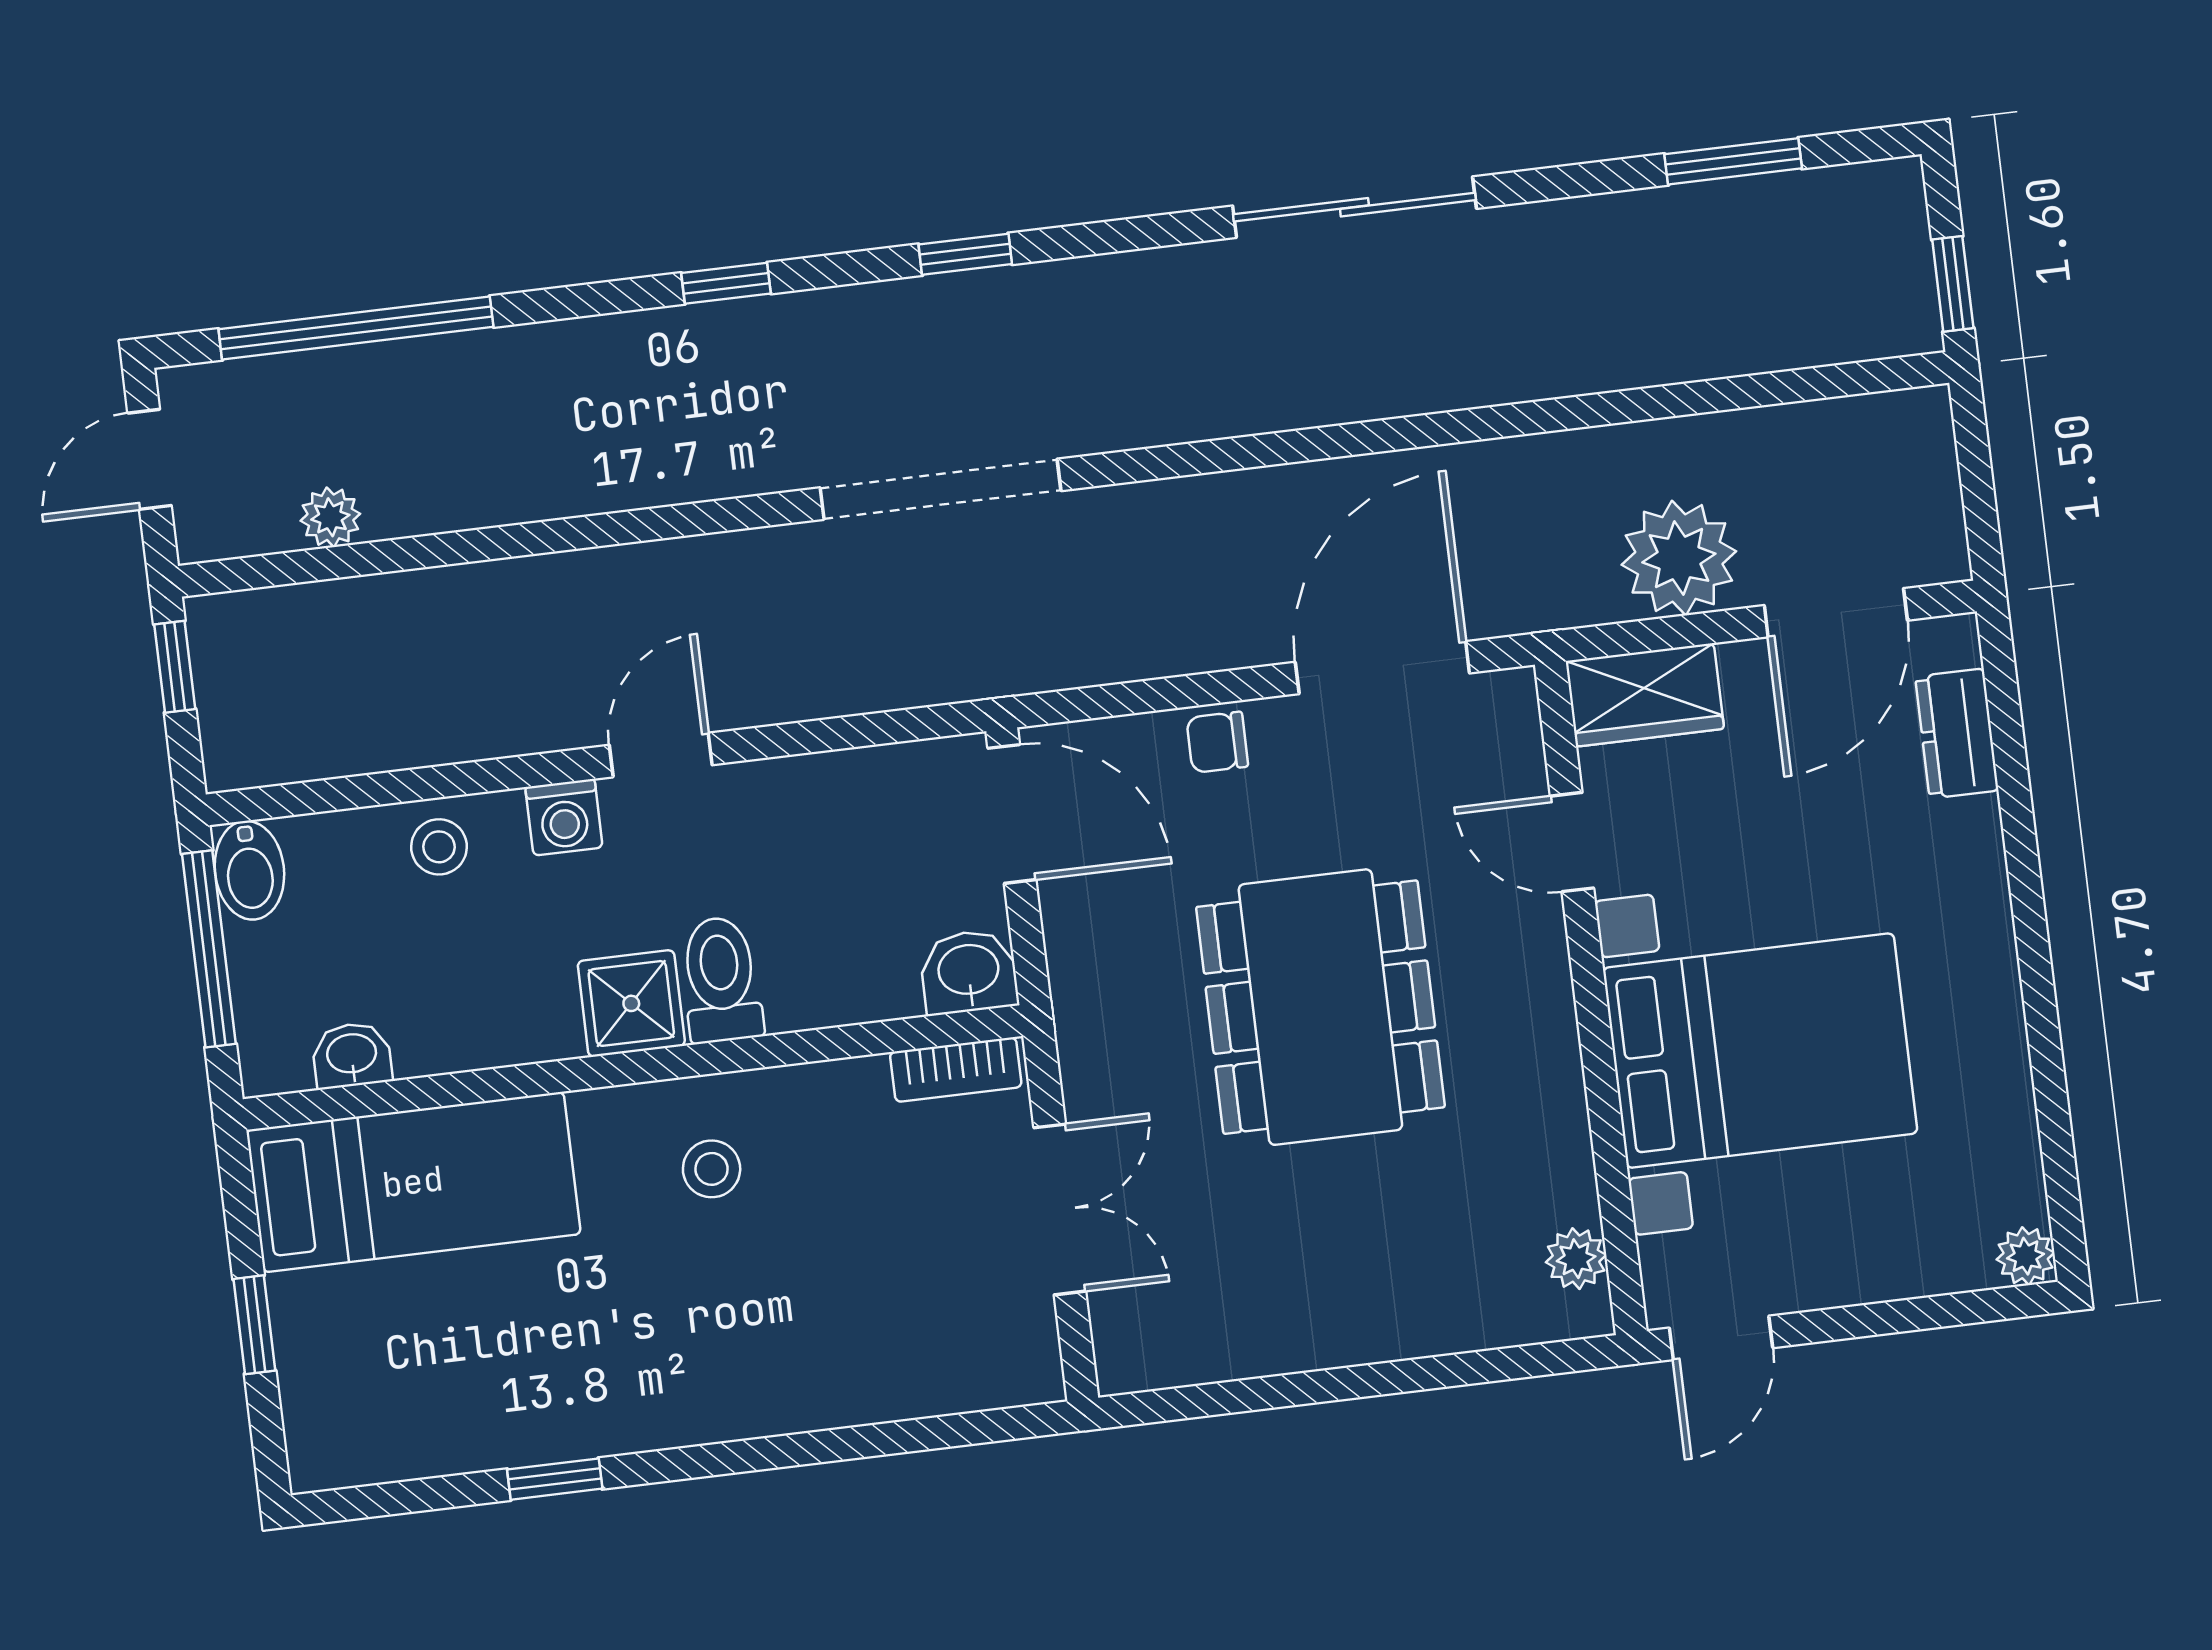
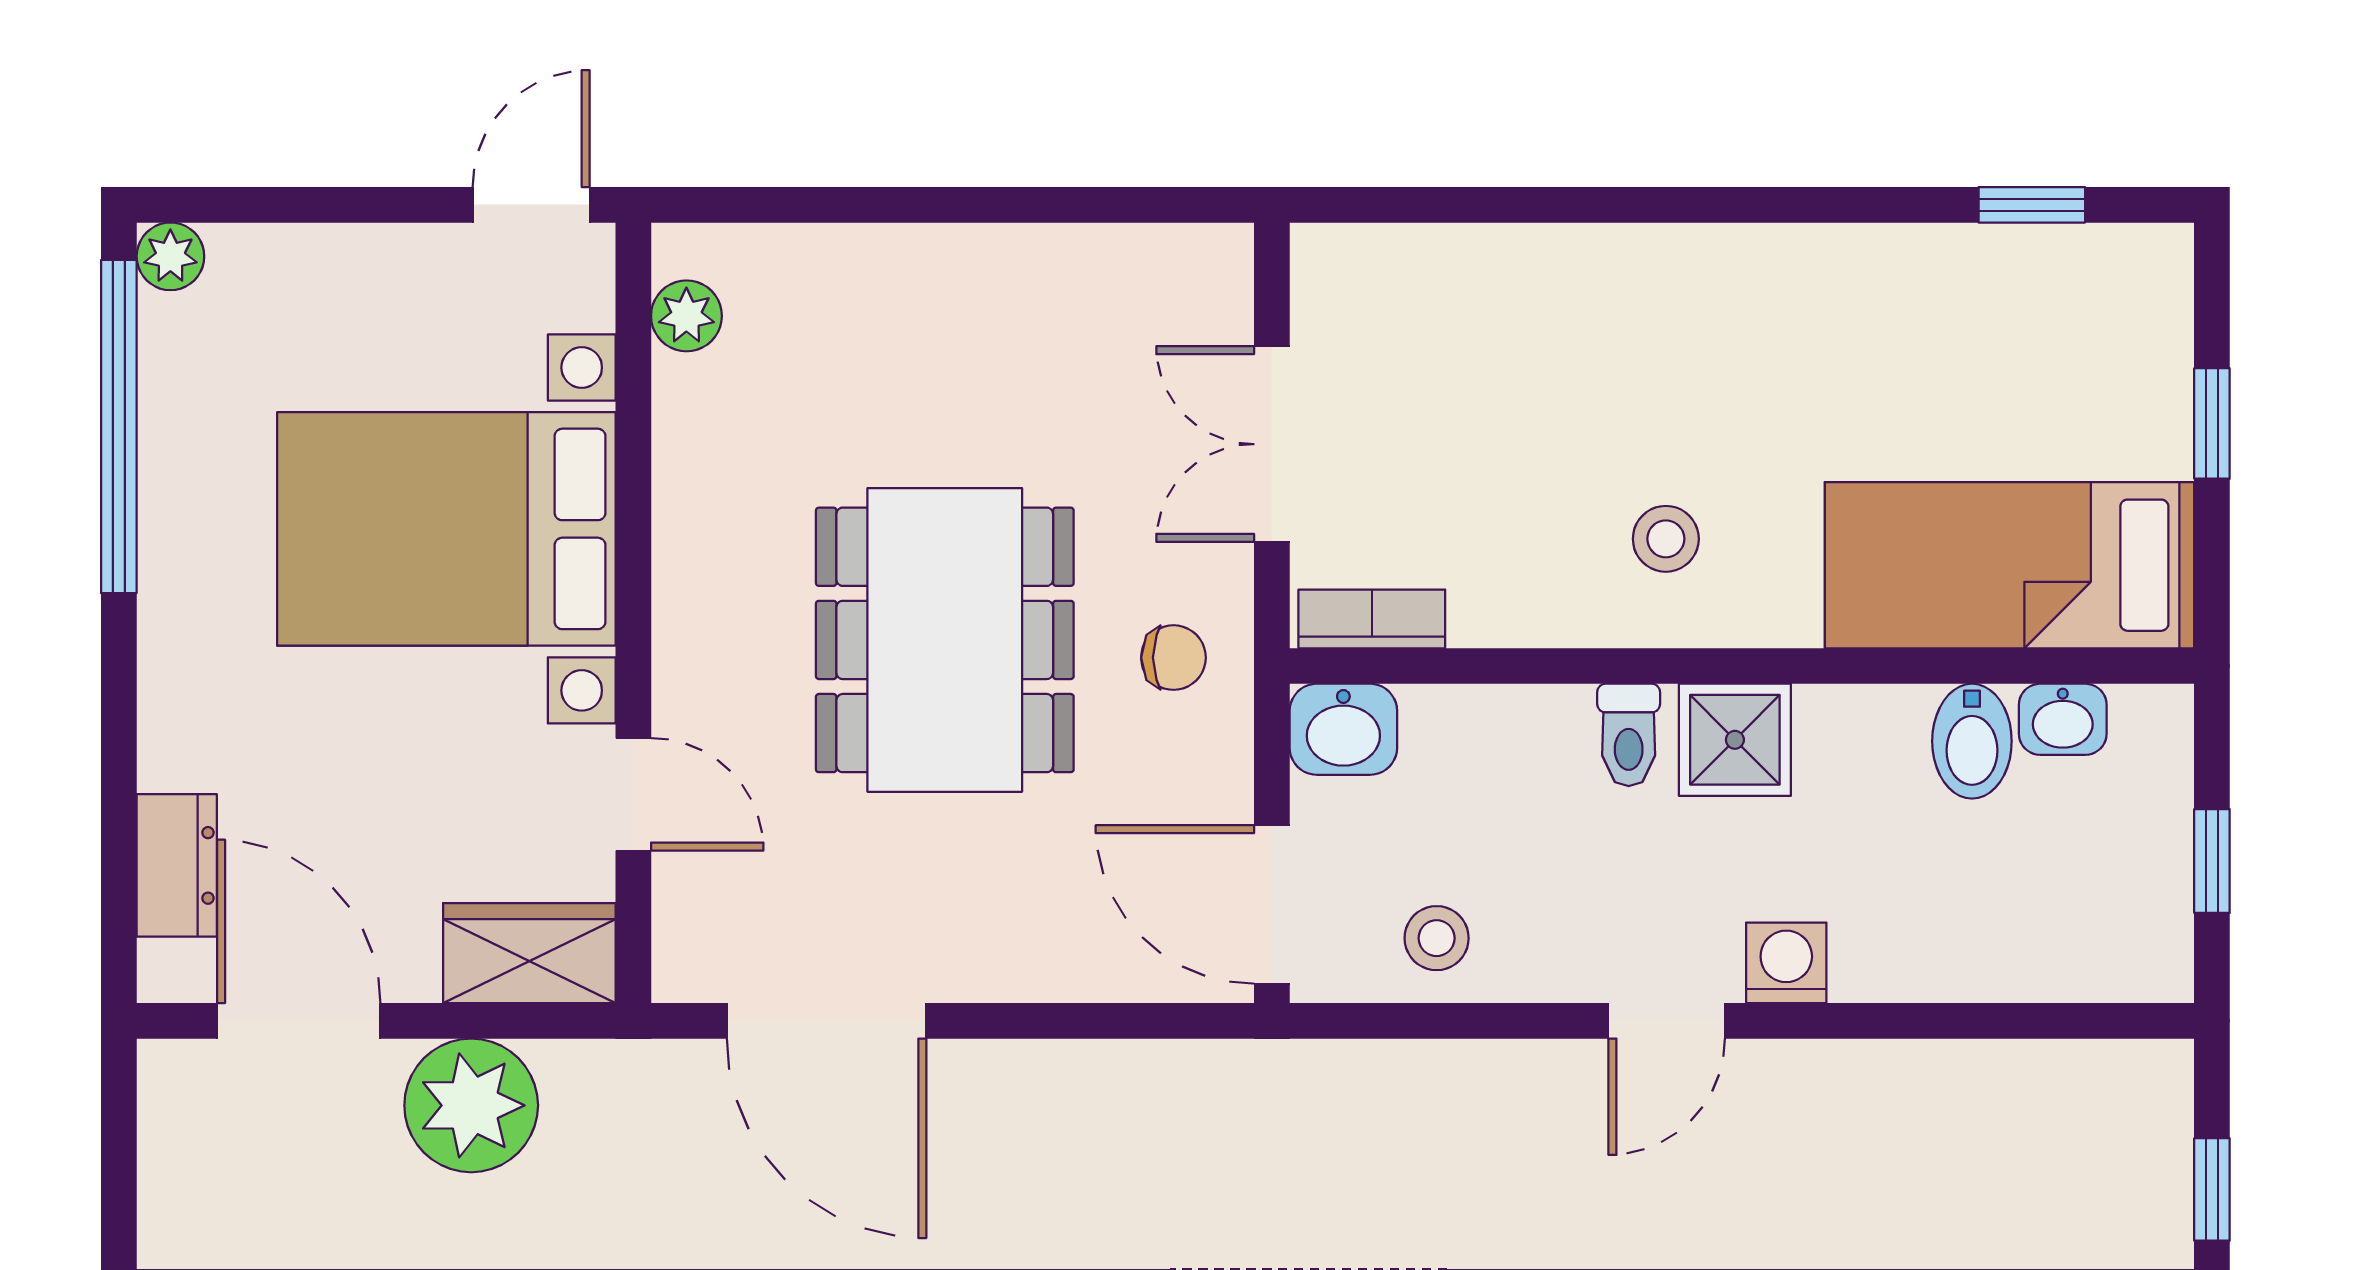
door: (1836, 613) -> (299, 1021), hinge flipped
door: (1382, 668) -> (827, 1021), hinge flipped
chair: (1217, 742) -> (1173, 658), moved
stool: (439, 847) -> (1437, 938), moved
bidet: (249, 870) -> (1972, 741), moved, turned 180
window: (209, 949) -> (2212, 861), width x0.46
toilet: (721, 980) -> (1629, 735), width x0.73, depth x0.72
window: (2052, 1105) -> (119, 427), added
window: (555, 1479) -> (2032, 205), moved

